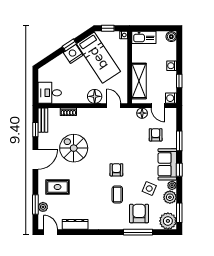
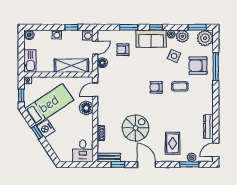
spiral stairs: (74, 148) -> (136, 128), turned 180

